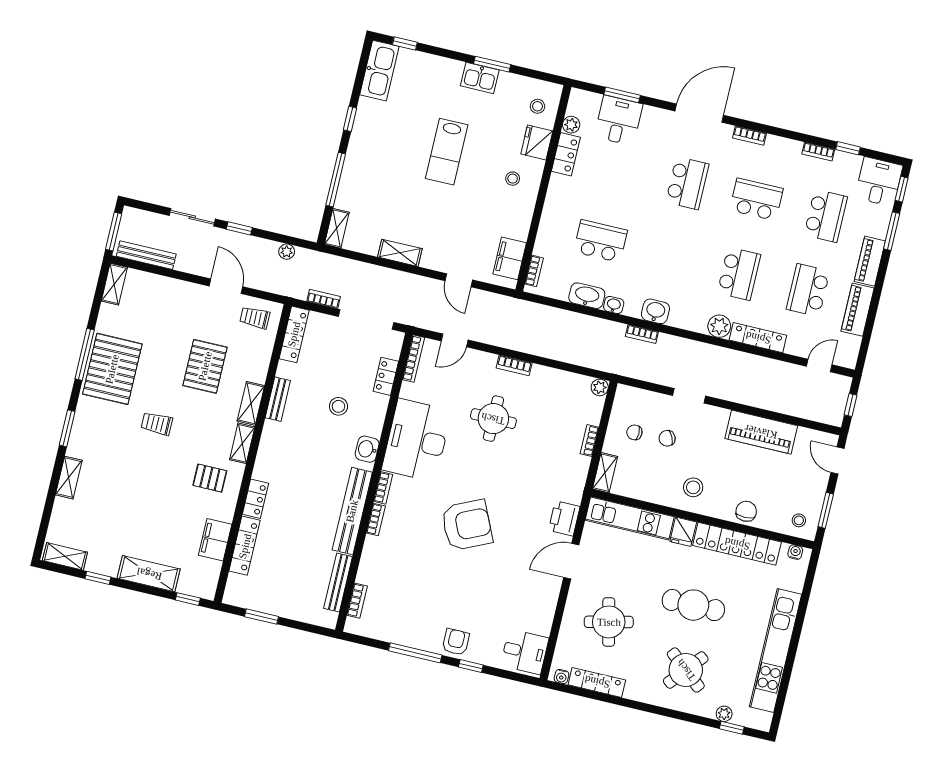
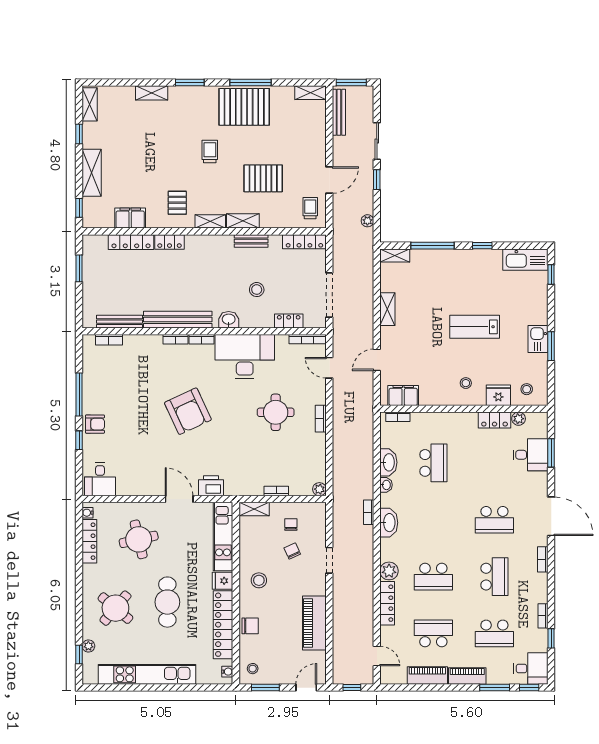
bookcase: (324, 299) -> (338, 258), removed
washbasin: (655, 311) -> (389, 523), width x1.38

